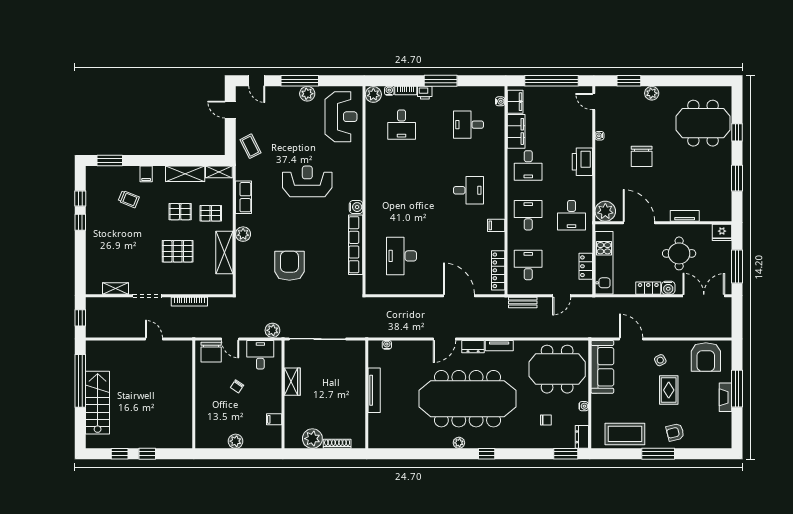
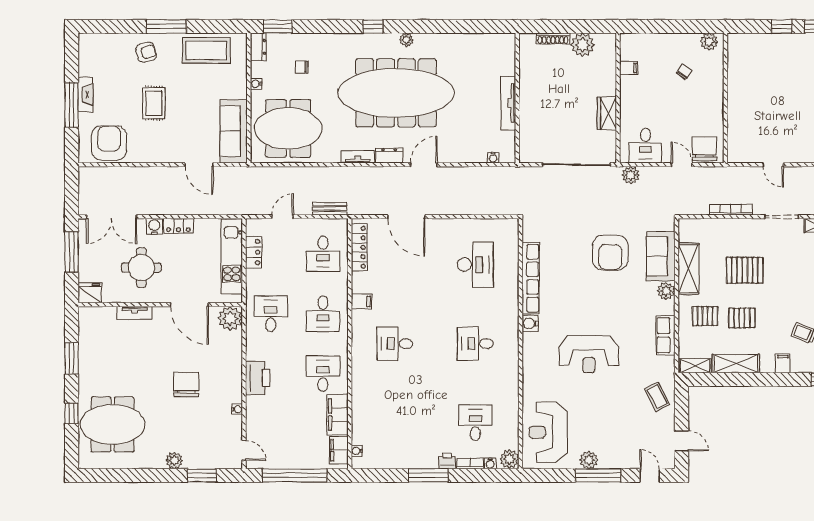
desk: (468, 125) -> (475, 344), moved, turned 180
sofa: (247, 263) -> (661, 256), added
side table: (660, 360) -> (164, 139), removed
chair: (237, 386) -> (684, 72), moved
plant: (236, 441) -> (709, 42), moved

